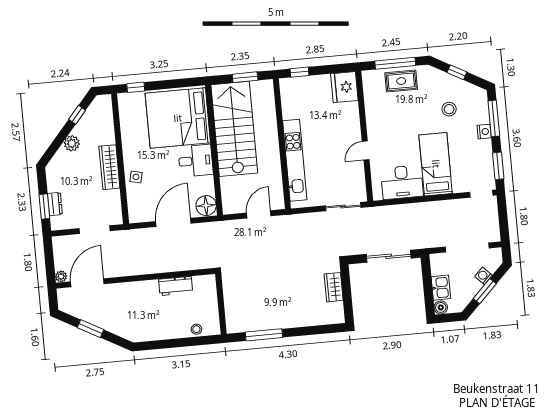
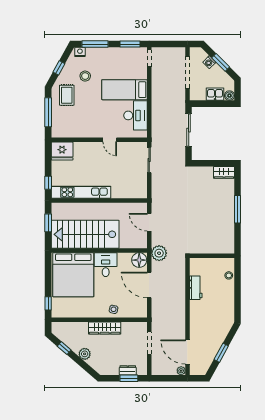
rug: (401, 81) -> (67, 95), moved
nightstand: (484, 132) -> (80, 52), moved
kitchen unit: (295, 160) -> (81, 192), moved
plant: (218, 232) -> (159, 253), added
wardrobe: (334, 287) -> (224, 172), moved
window: (264, 335) -> (238, 209), moved

